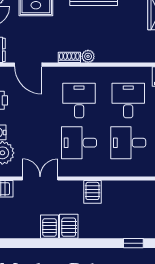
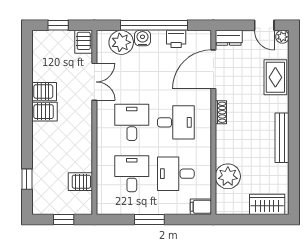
plant: (88, 56) -> (228, 176), moved, width x1.87, depth x1.87
door: (28, 65) -> (213, 69), width x1.36
desk: (128, 100) -> (176, 174), turned 180
server rack: (92, 192) -> (80, 182), moved

